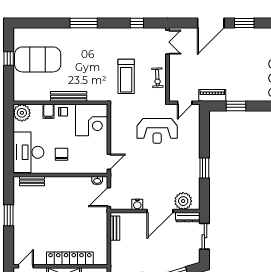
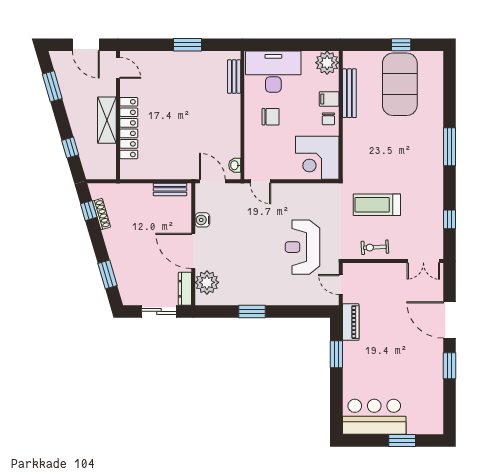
bench: (69, 96) -> (349, 93), moved

